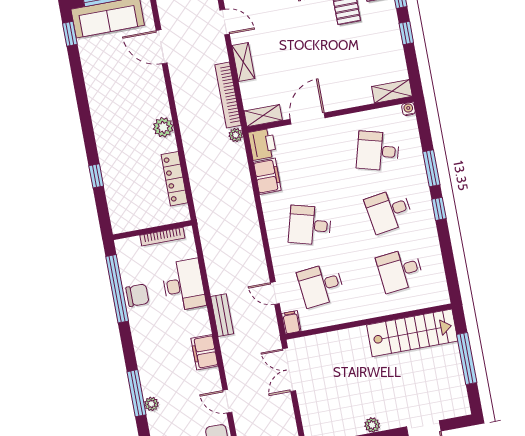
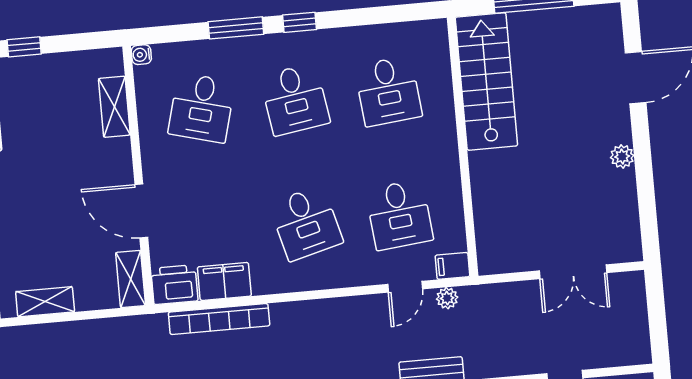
shelving: (392, 91) -> (114, 107), moved
bookcase: (228, 95) -> (219, 319), moved
plant: (236, 135) -> (447, 298), moved
desk: (310, 225) -> (306, 223), turned -30
double door: (289, 370) -> (573, 272), moved

